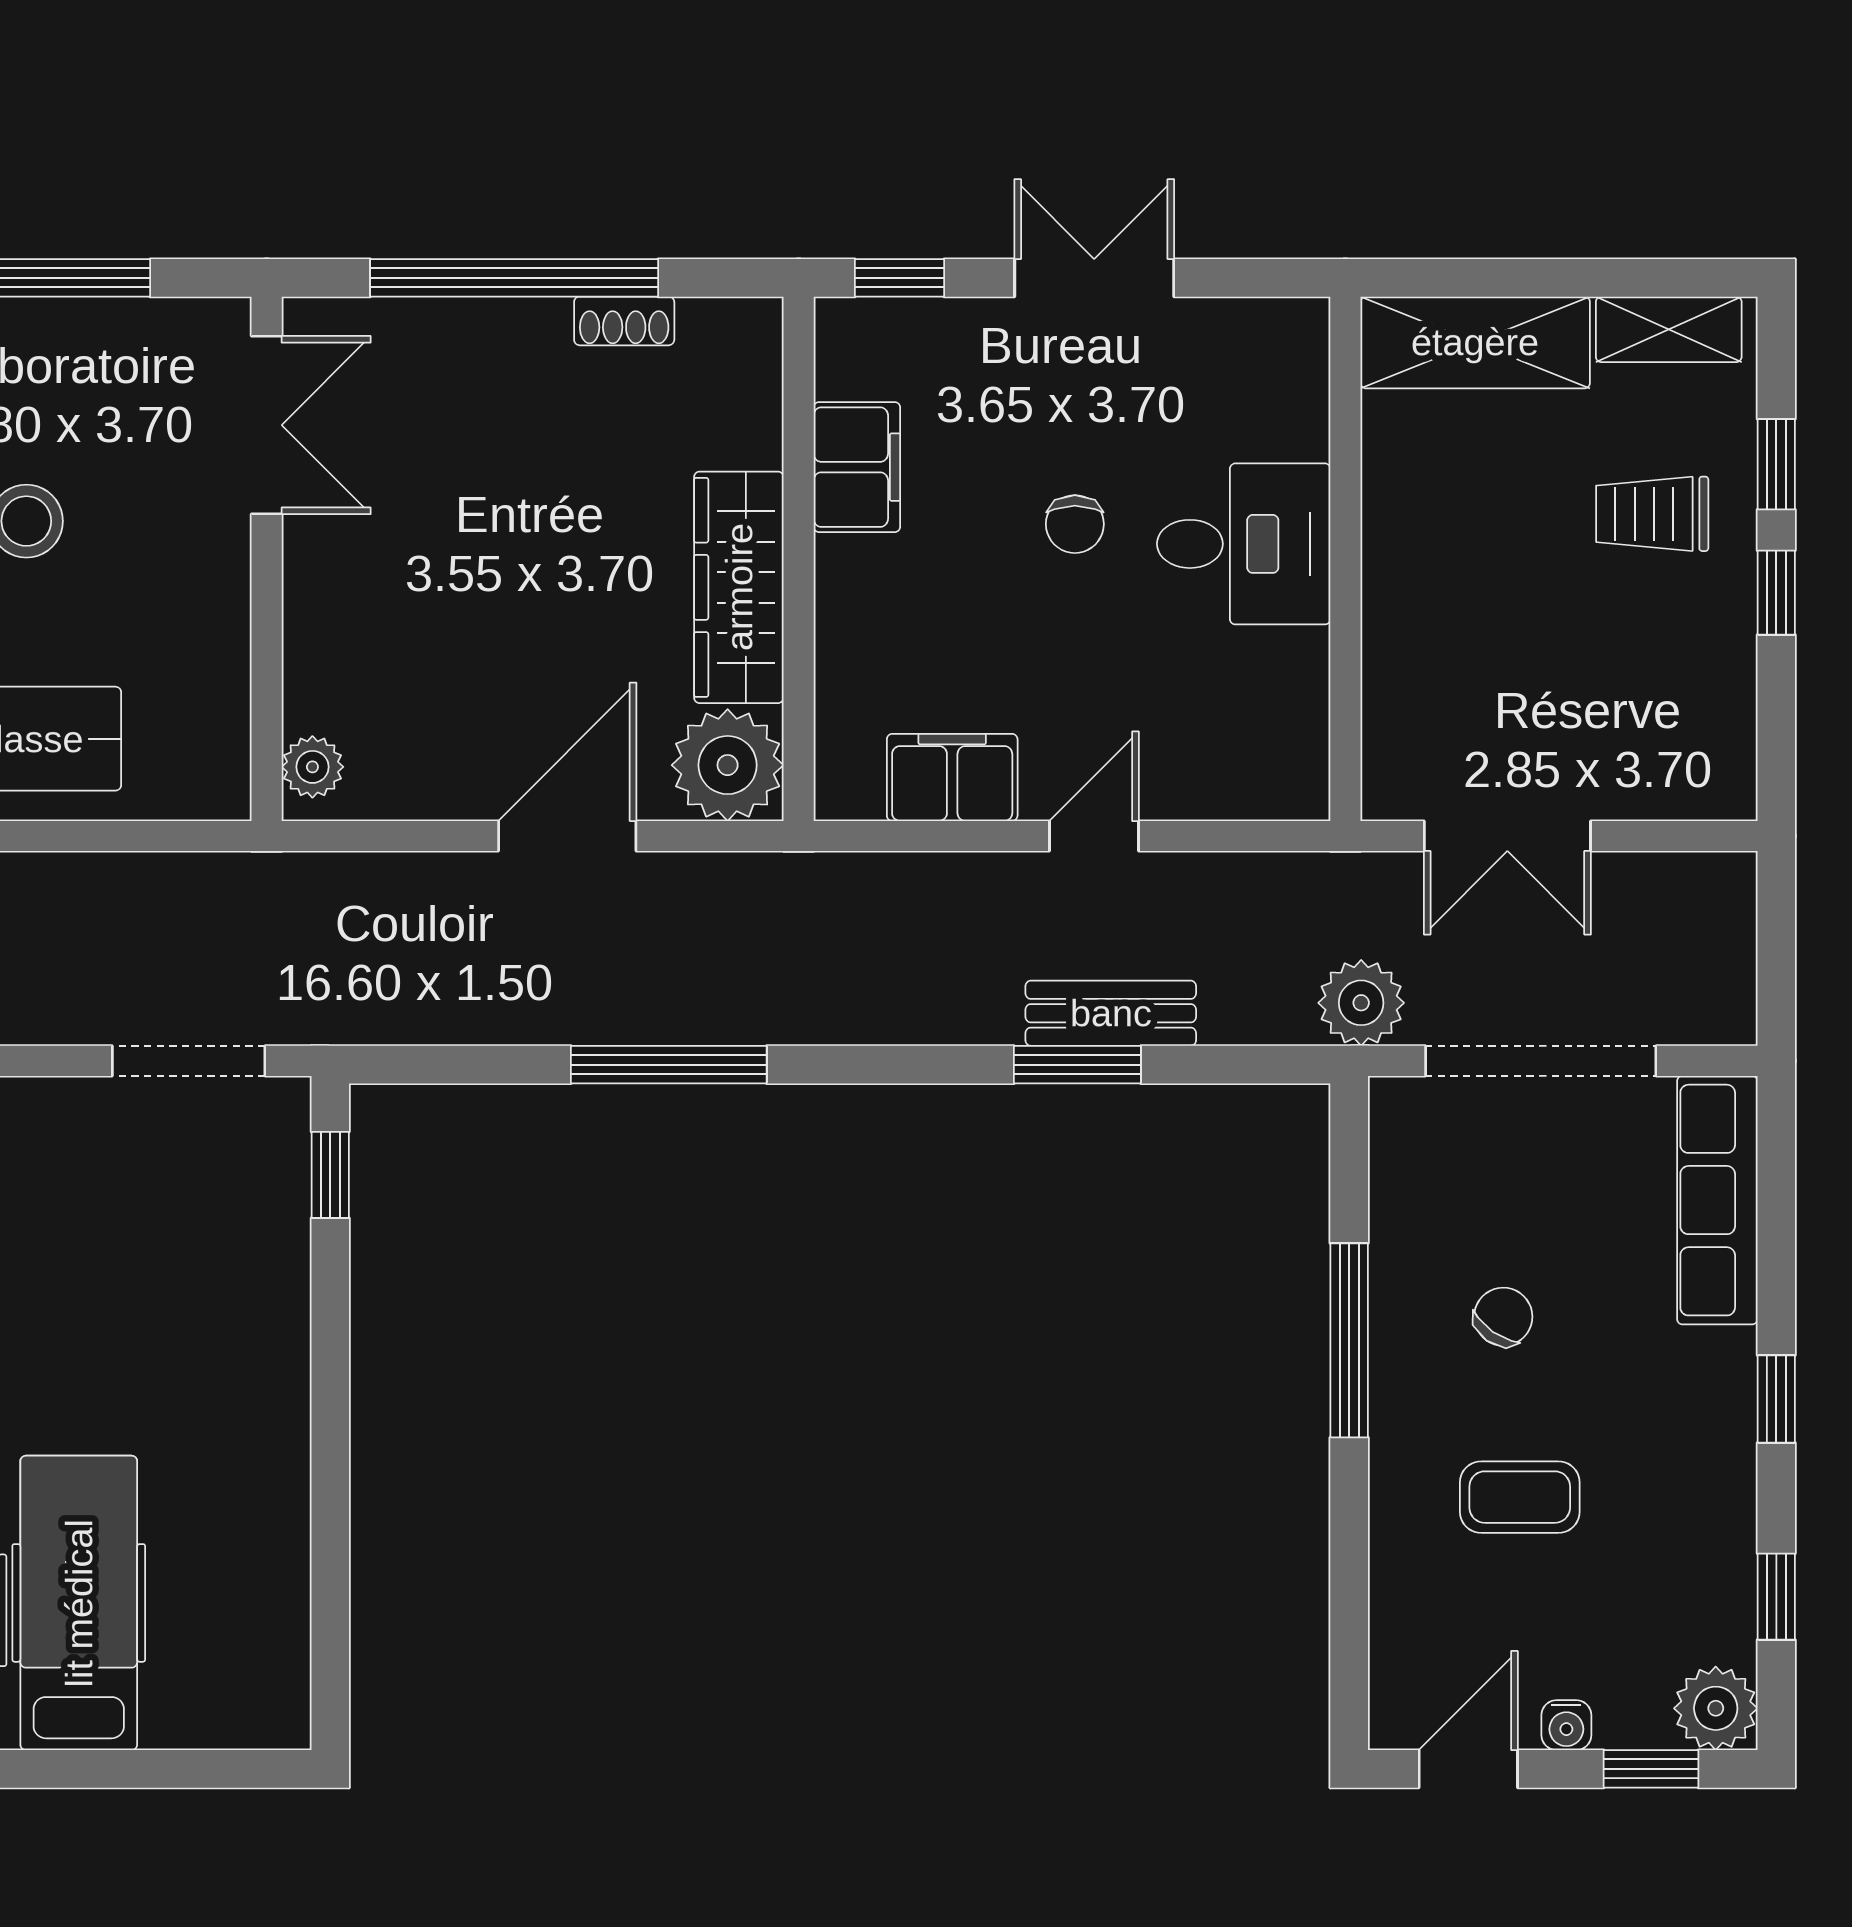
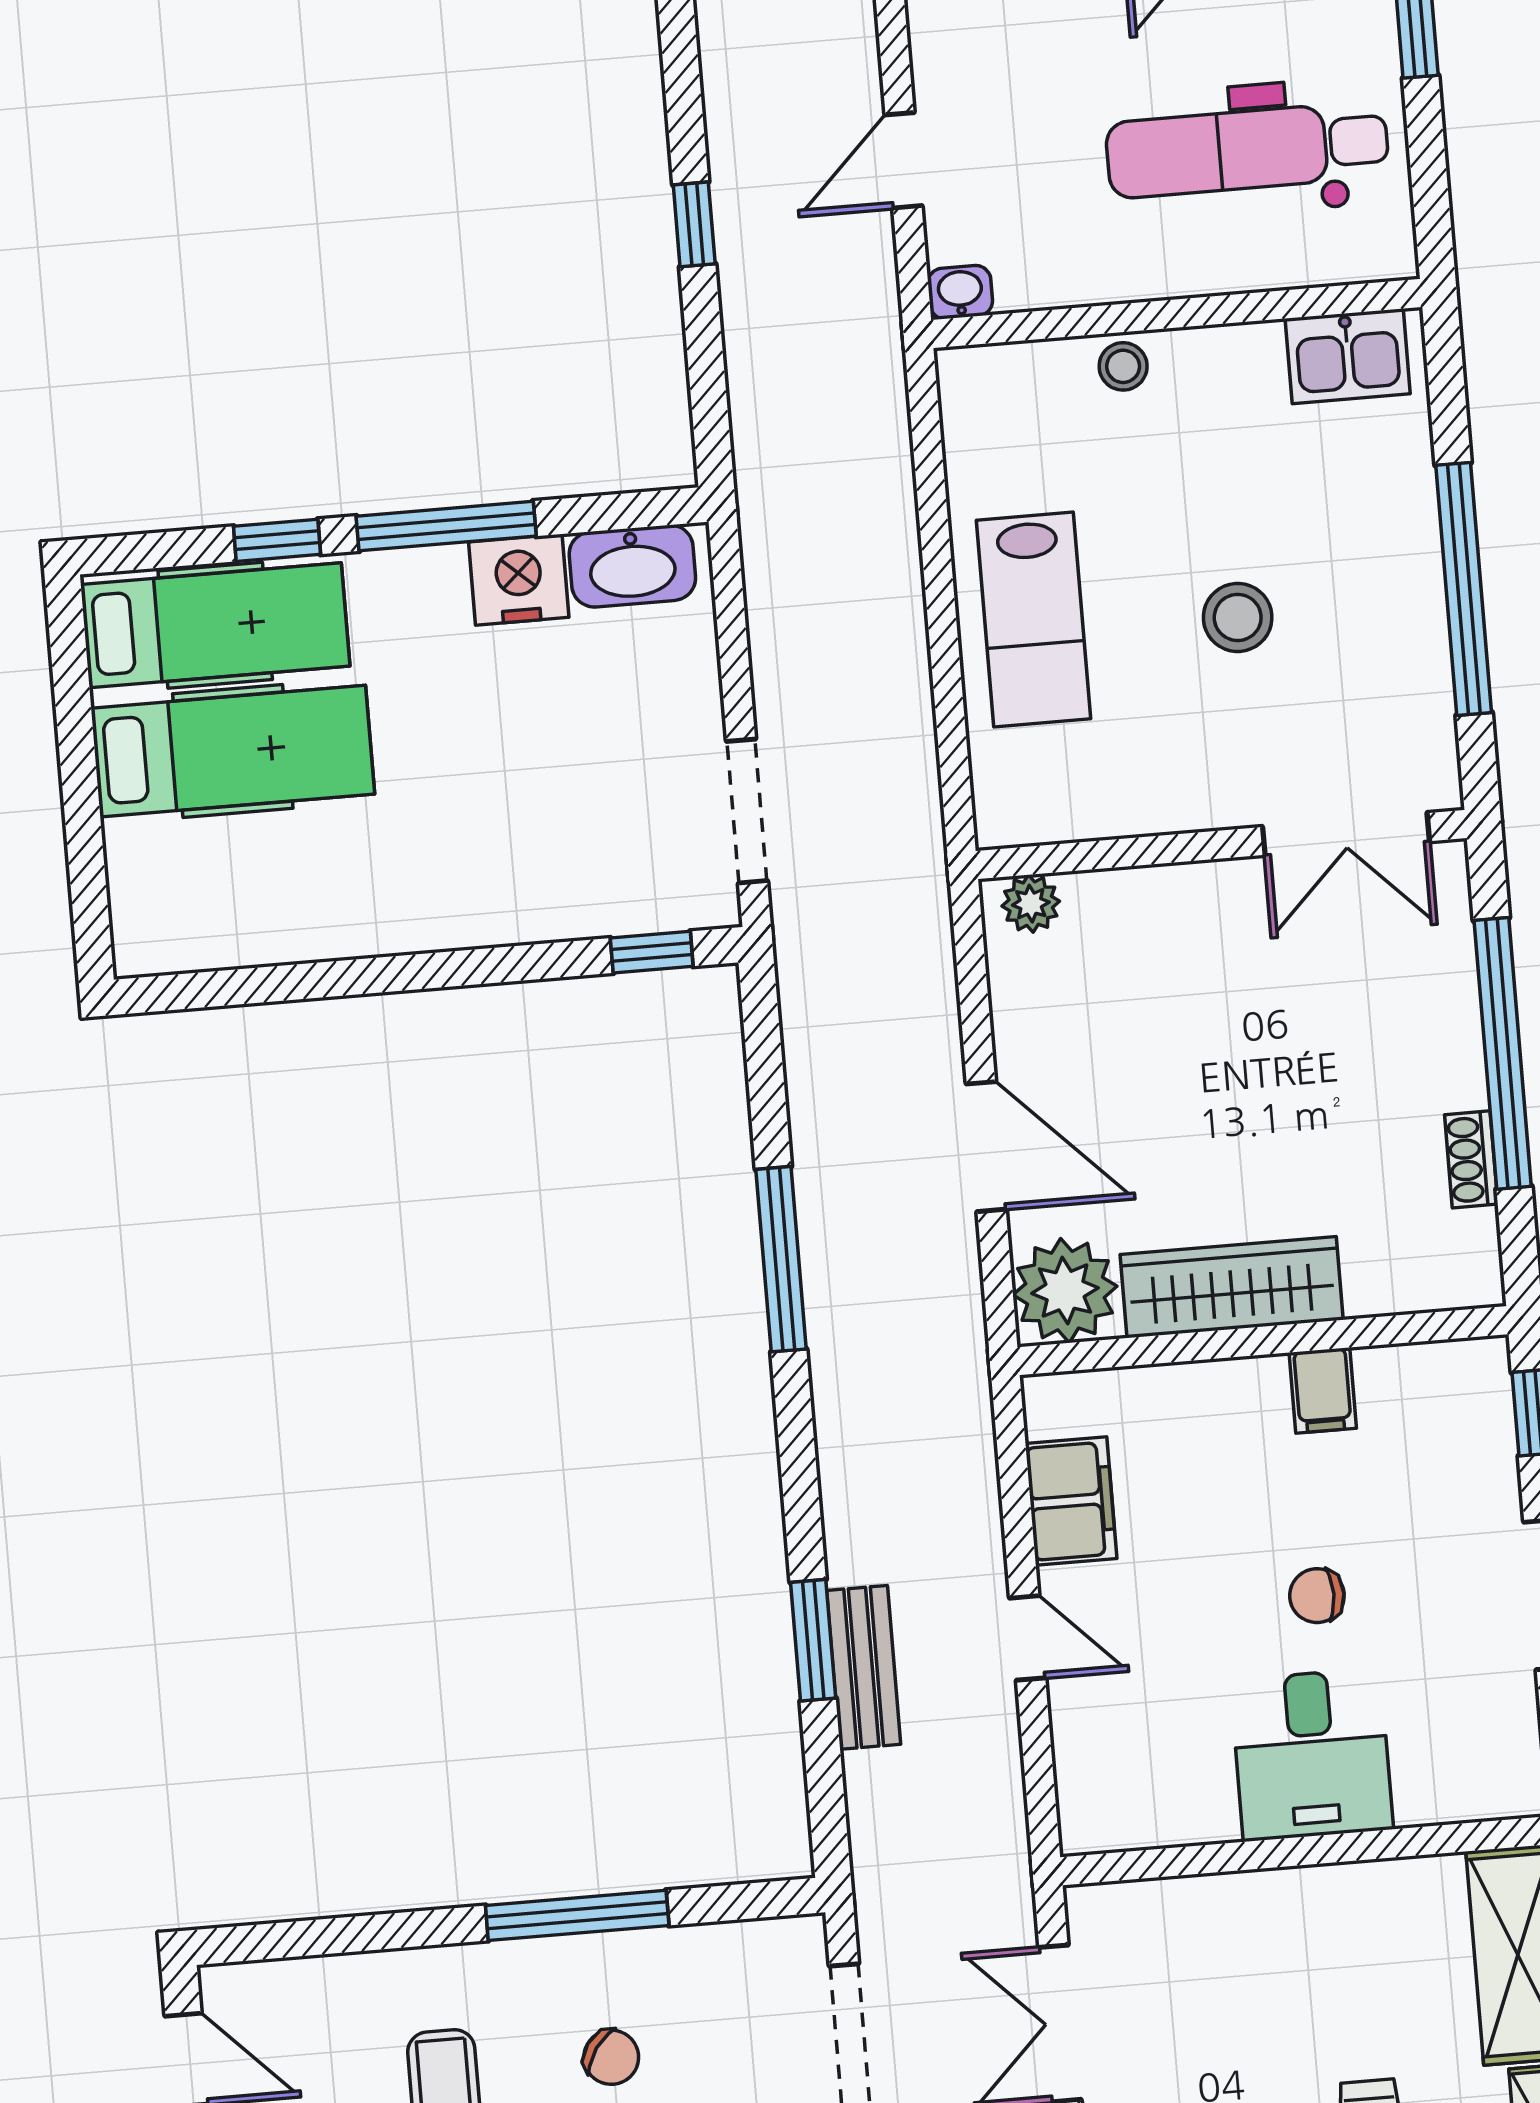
filing cabinet: (857, 467) -> (1323, 1390), width x0.50
plant: (1361, 1003) -> (893, 1900), removed

